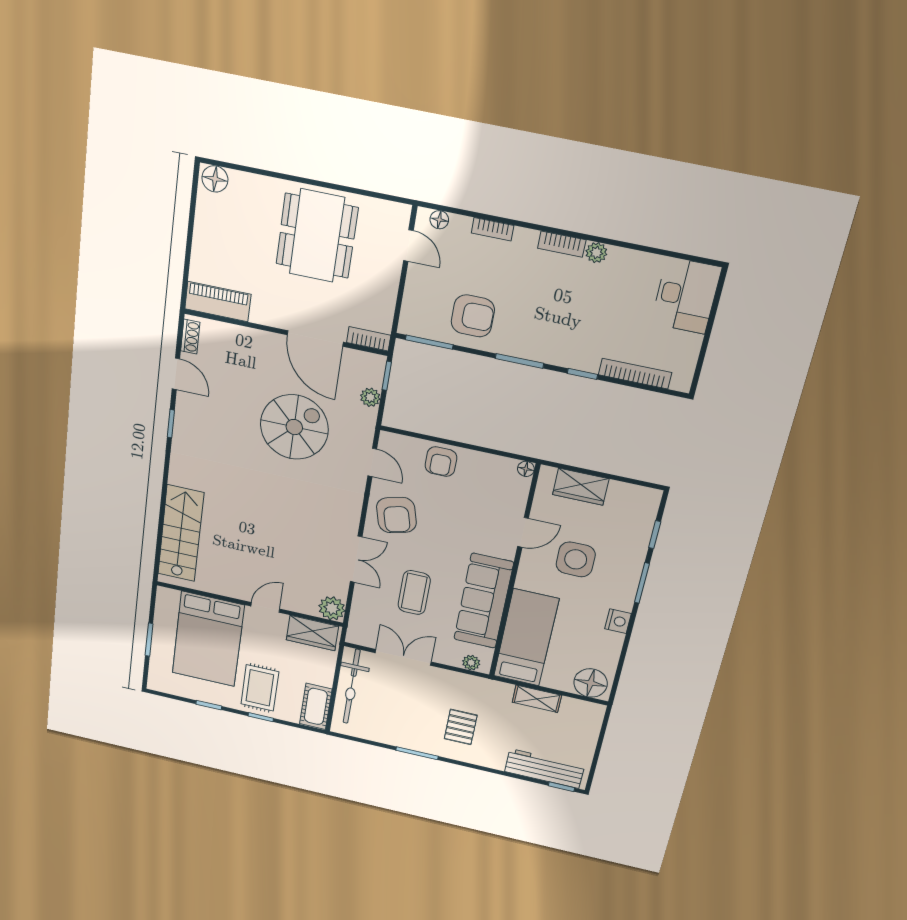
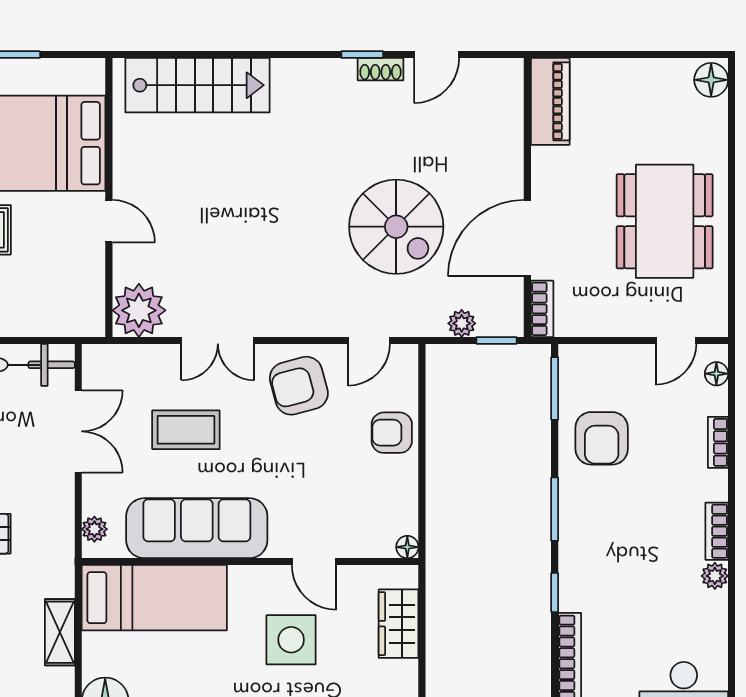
dining table: (317, 236) -> (665, 221), turned 90
shoe rack: (190, 337) -> (381, 69), moved
plant: (332, 608) -> (139, 310), width x1.36, depth x1.36
wardrobe: (312, 633) -> (84, 295), removed

